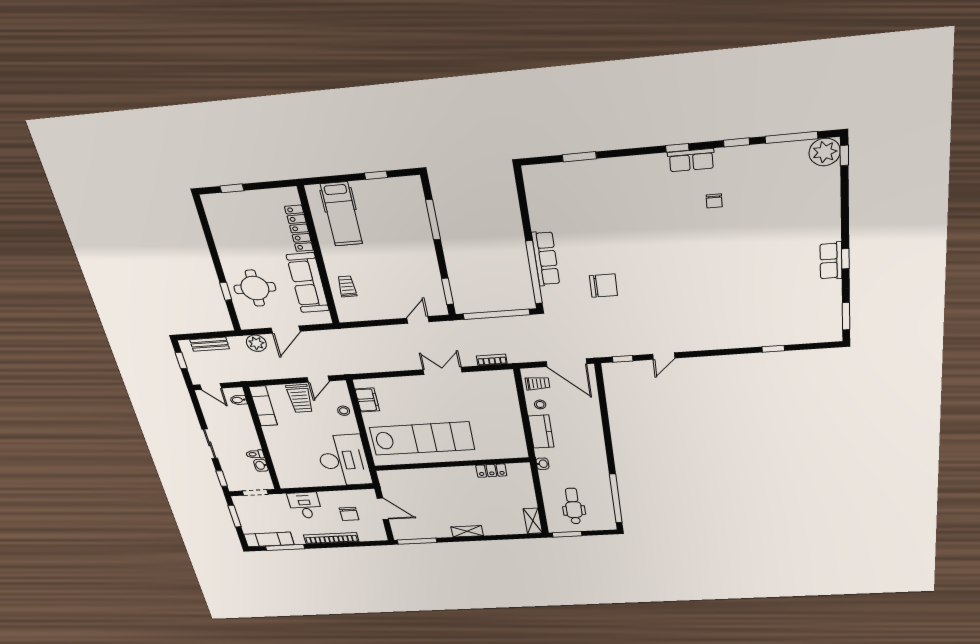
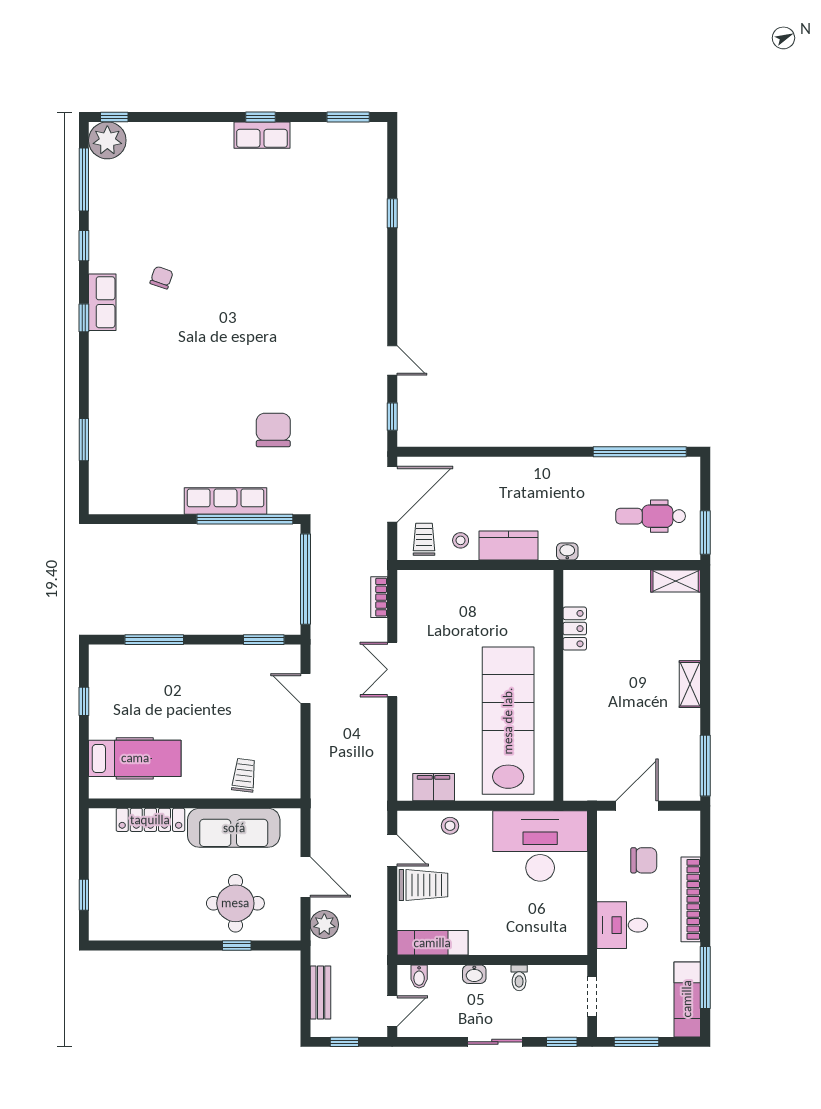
chair: (714, 201) -> (162, 278), turned -71
trolley: (347, 286) -> (244, 775), turned 97
washbasin: (261, 465) -> (474, 974), moved

